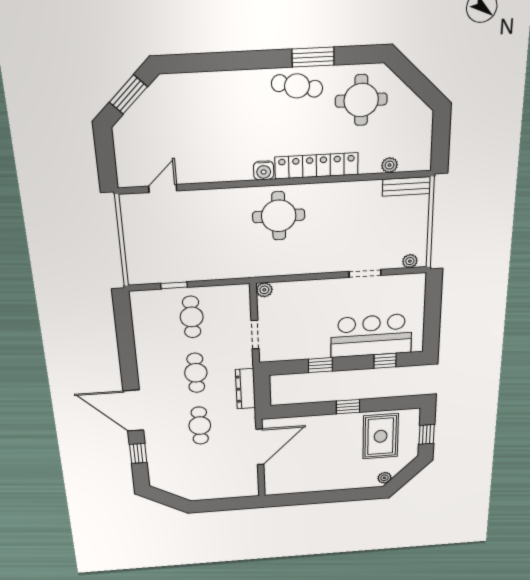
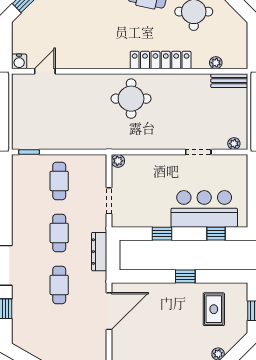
water cooler: (264, 170) -> (19, 61), moved
window: (174, 285) -> (29, 152), moved
rug: (381, 436) -> (214, 309), width x0.73, depth x0.70

